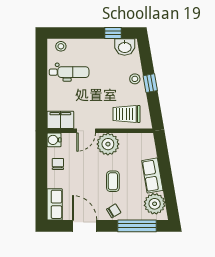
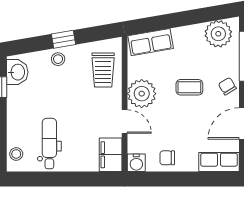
row of seats: (152, 175) -> (151, 42), moved

